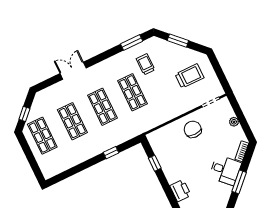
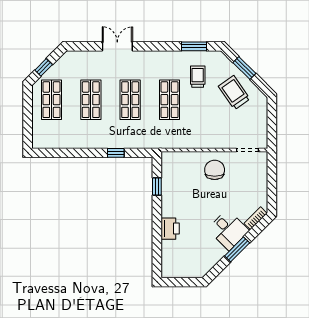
trolley: (190, 76) -> (234, 93), moved, turned -125
plant: (234, 122) -> (262, 183), removed

